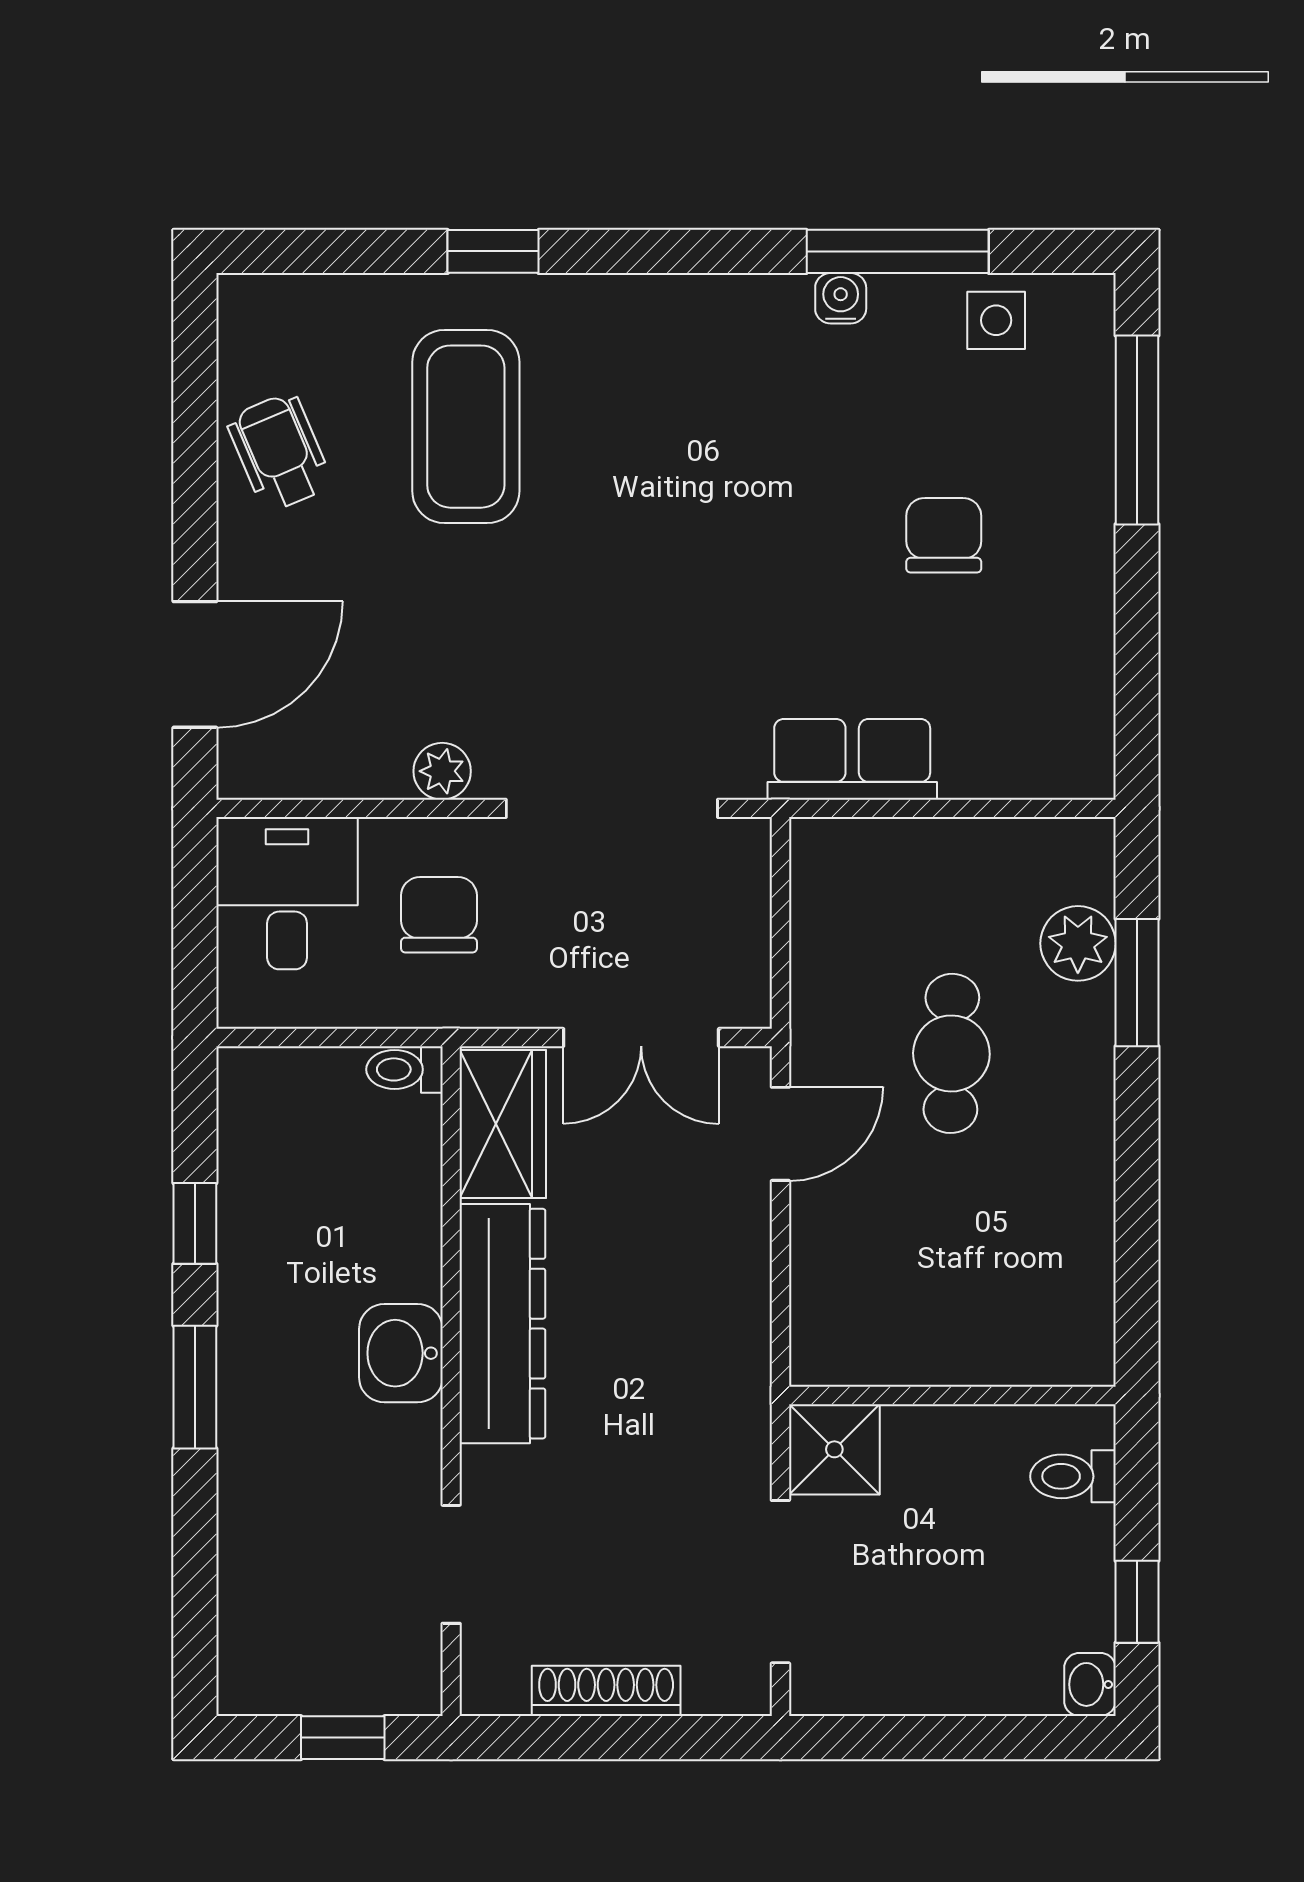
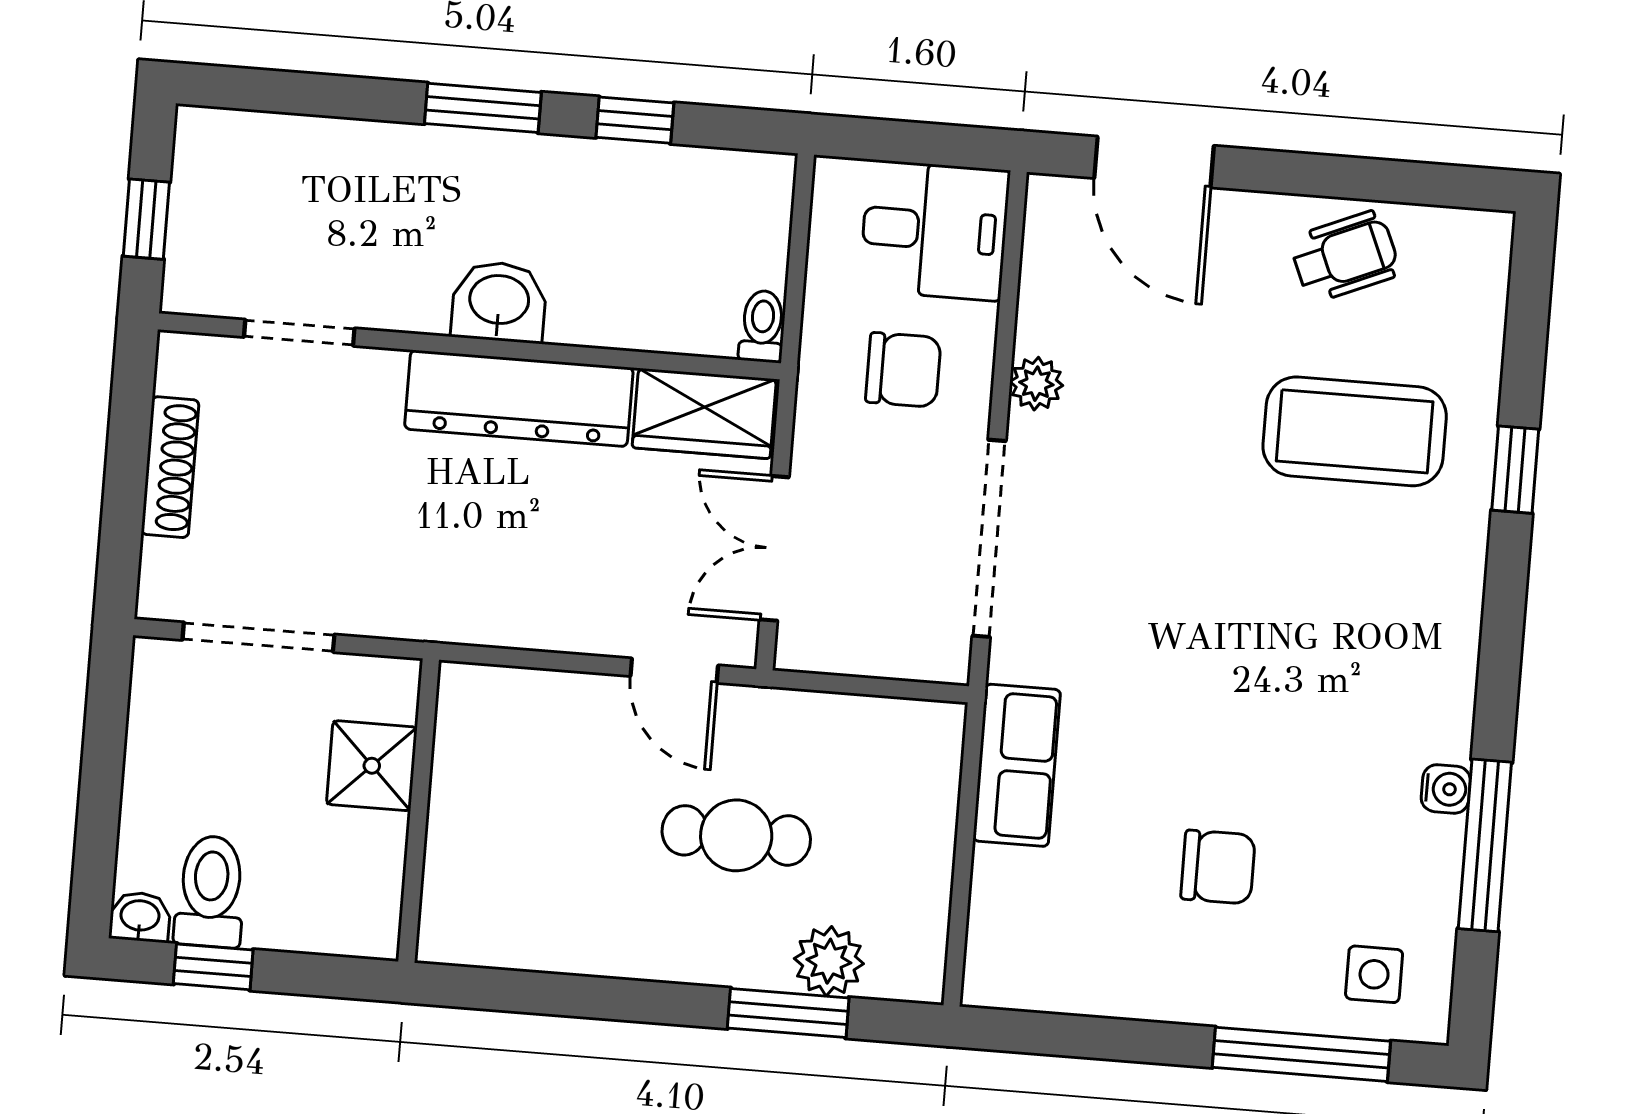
side table: (996, 320) -> (1374, 974), moved
shower: (834, 1449) -> (372, 766), moved
toilet: (1073, 1476) -> (210, 891), moved, width x1.37, depth x1.39

